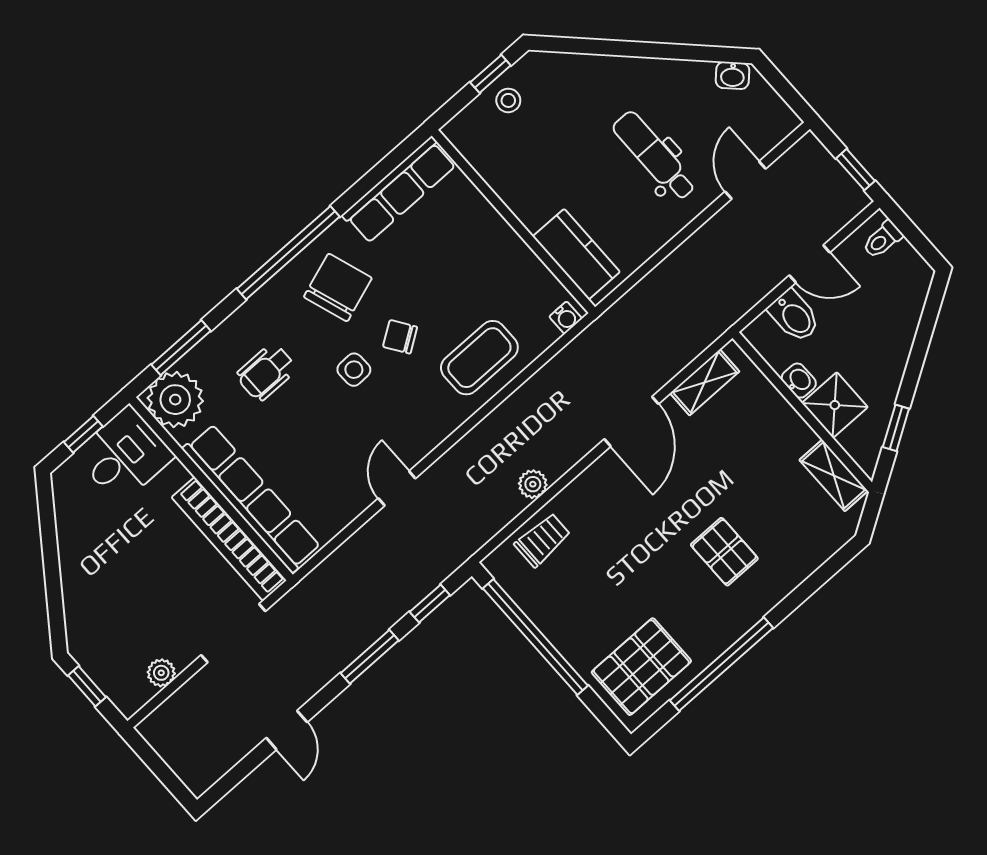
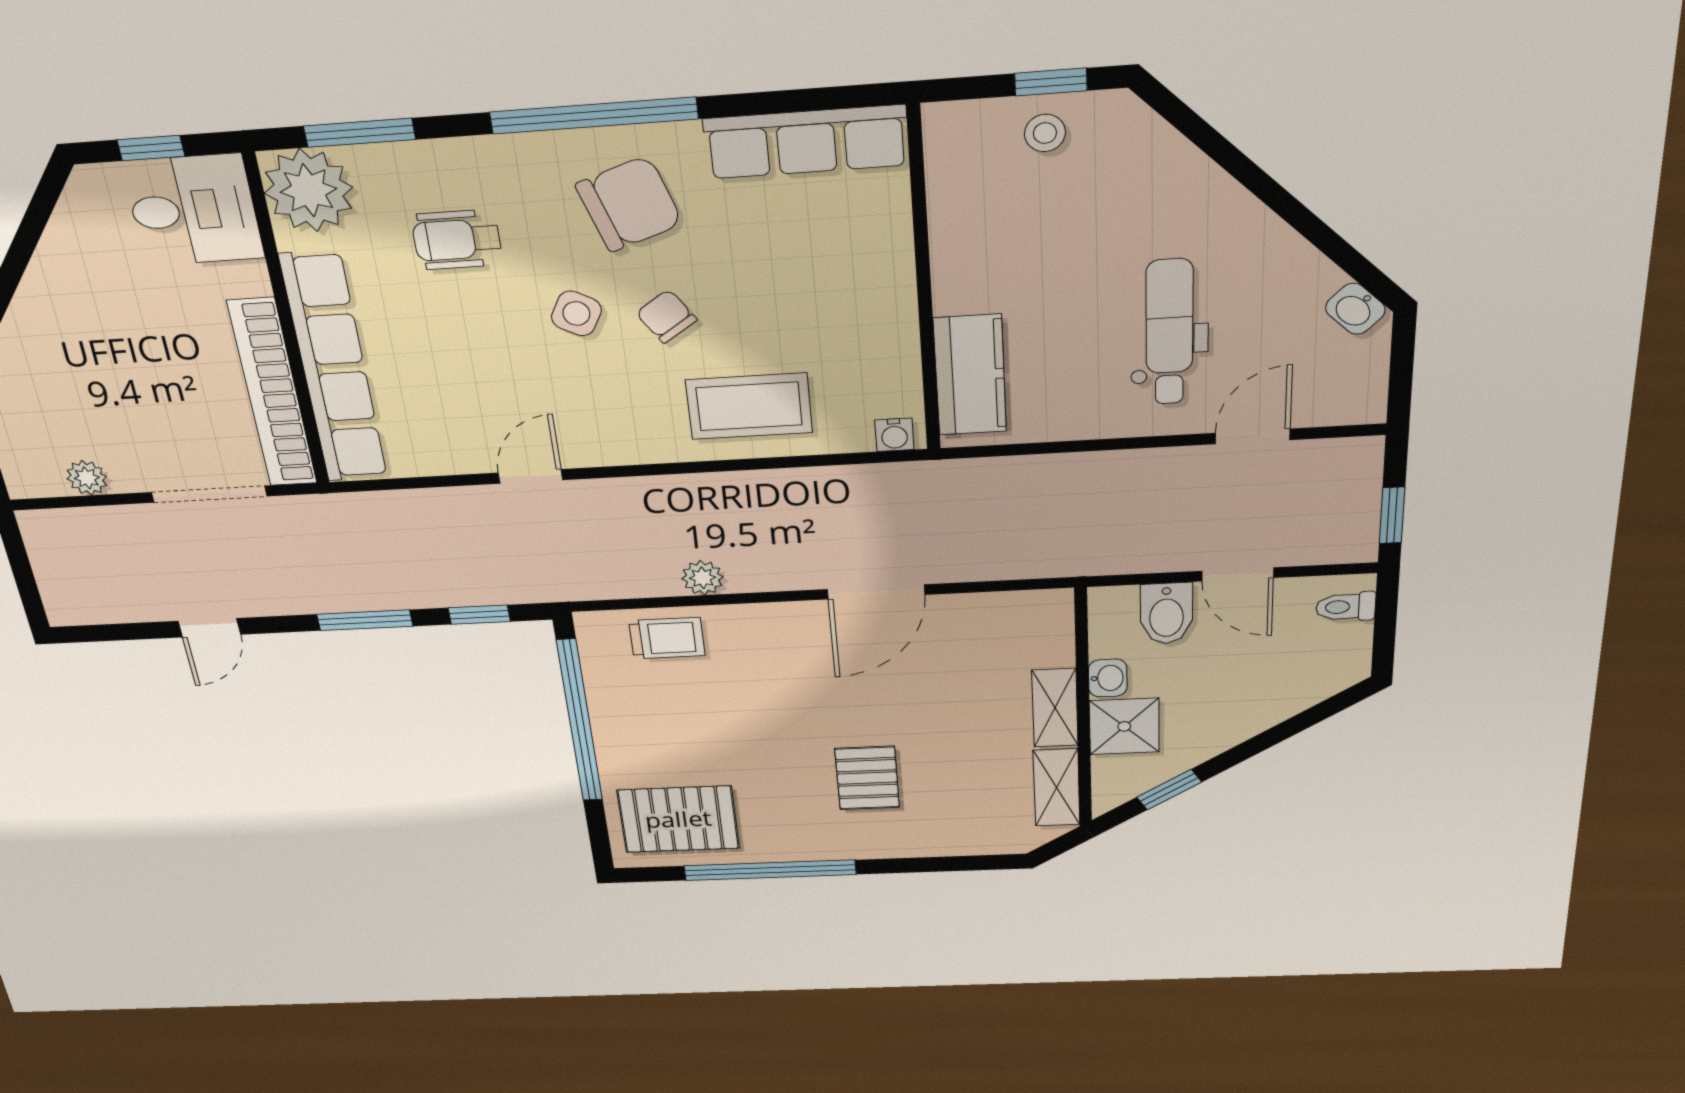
side table: (354, 370) -> (576, 313), turned 30
shelving: (705, 382) -> (1055, 708), moved, turned 90

